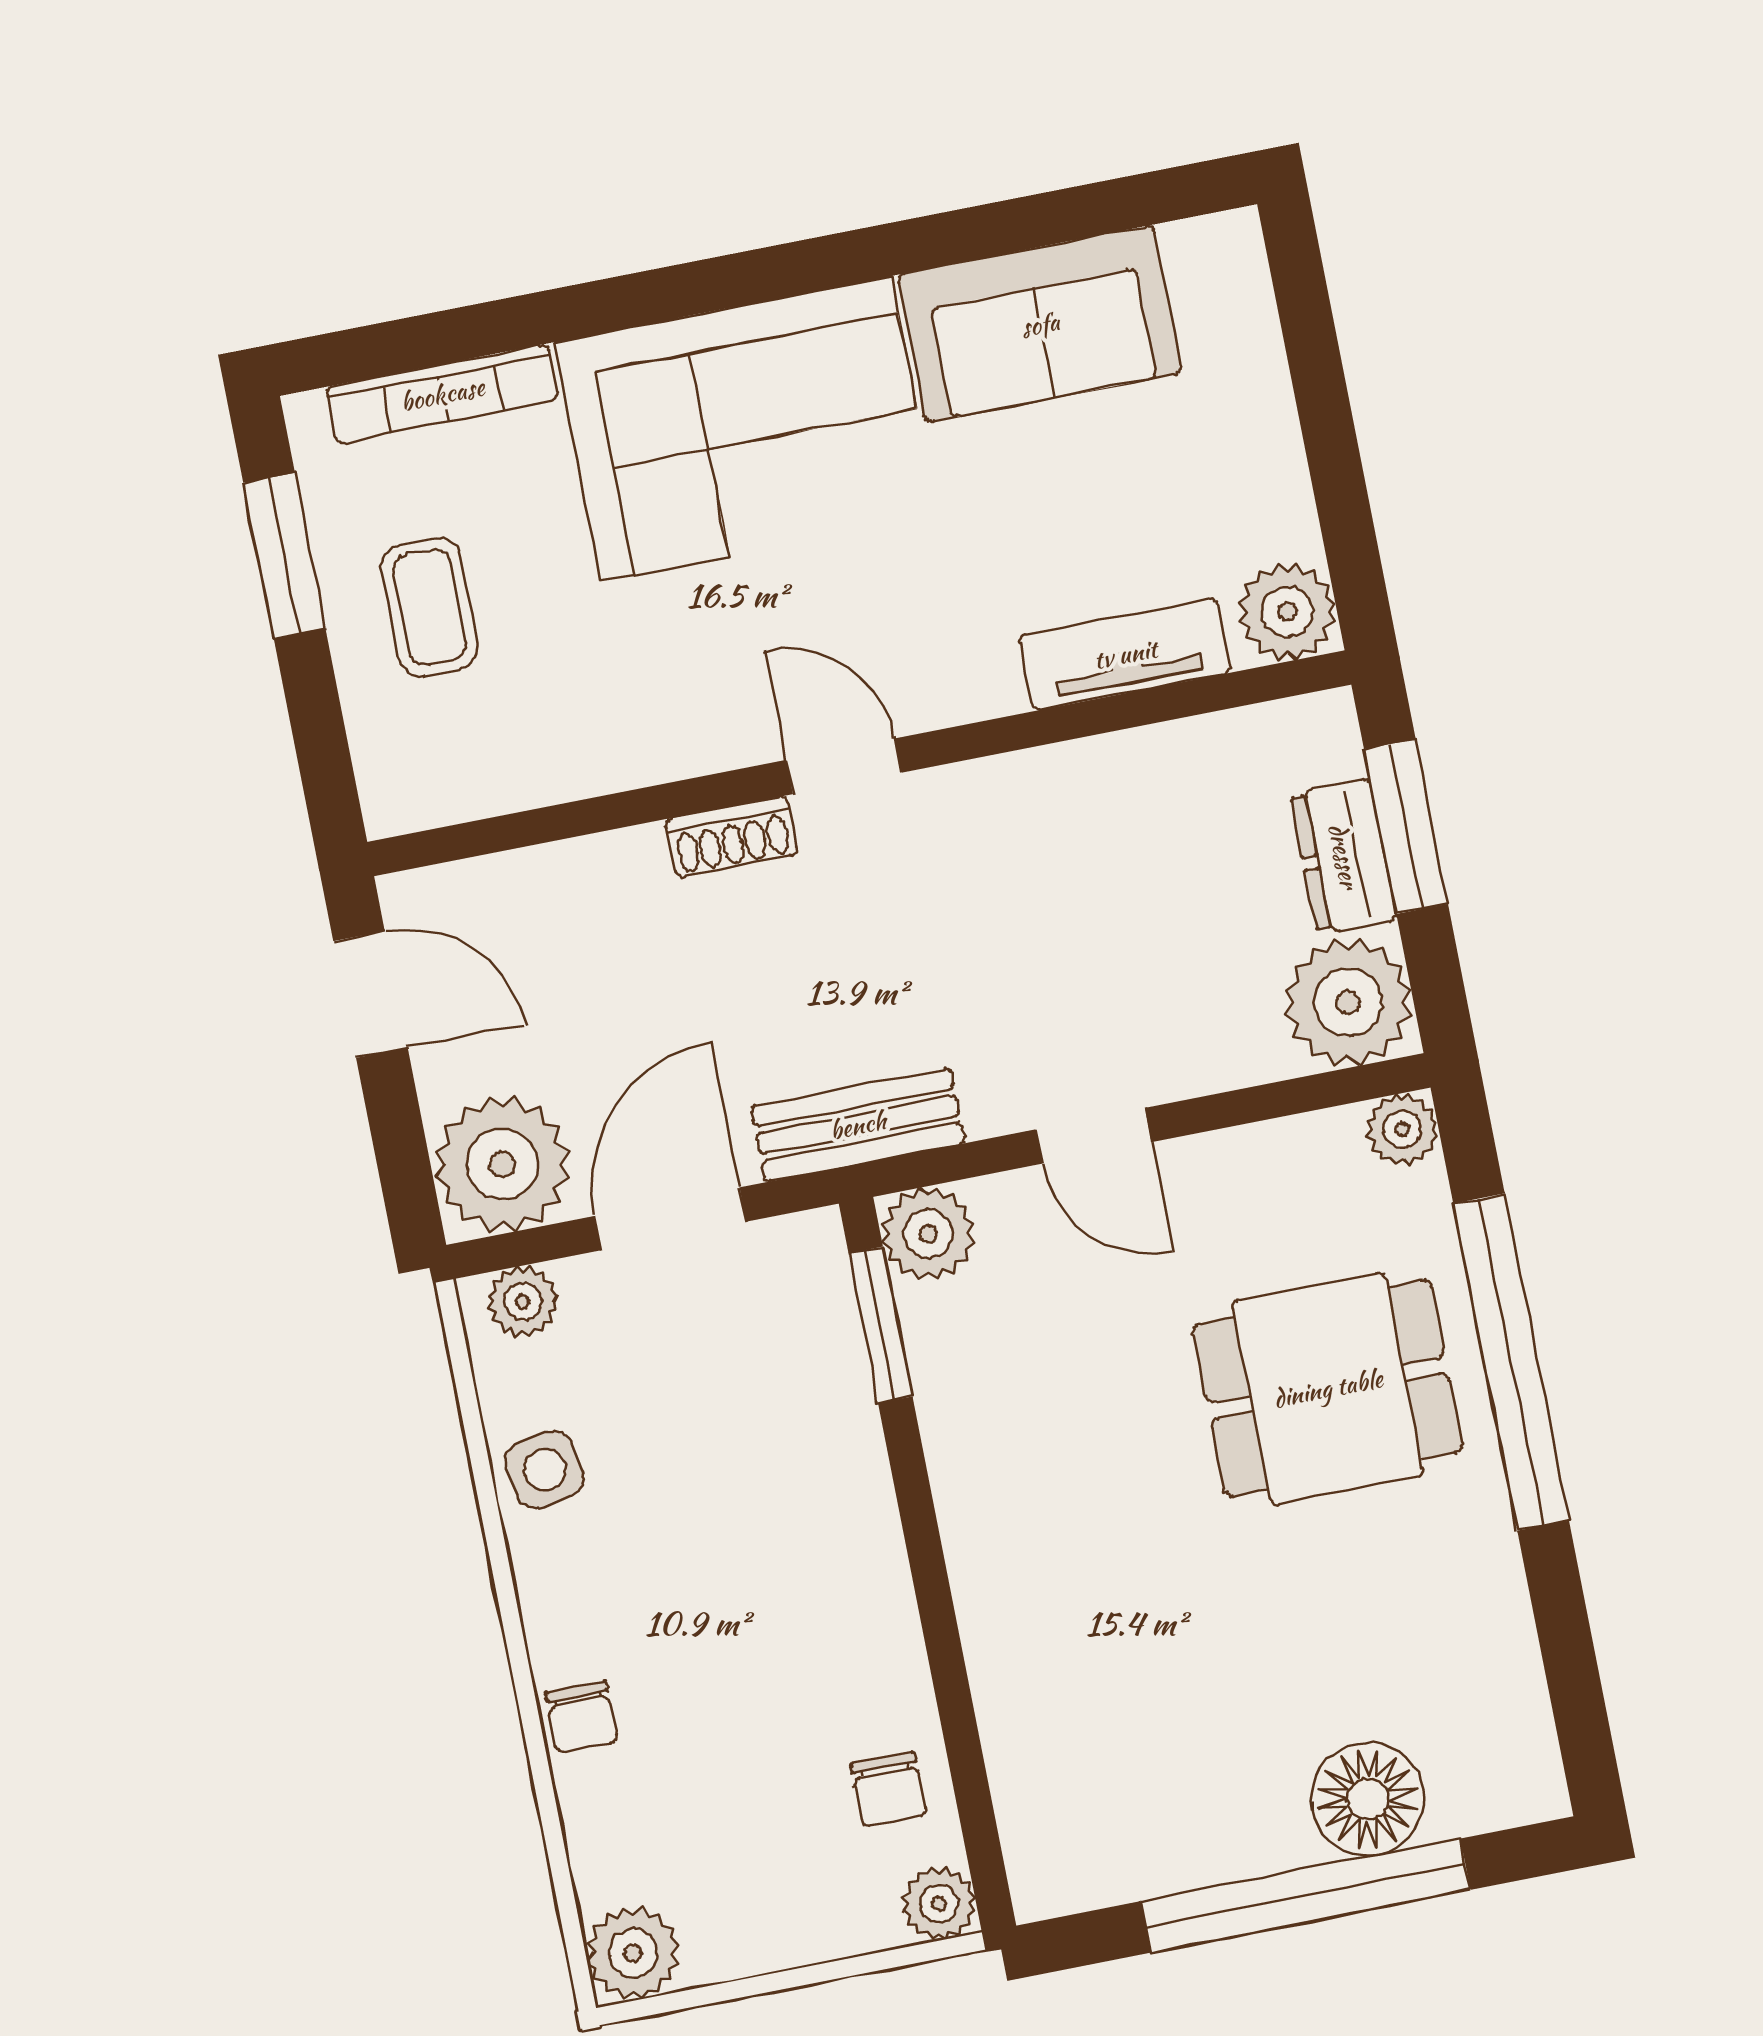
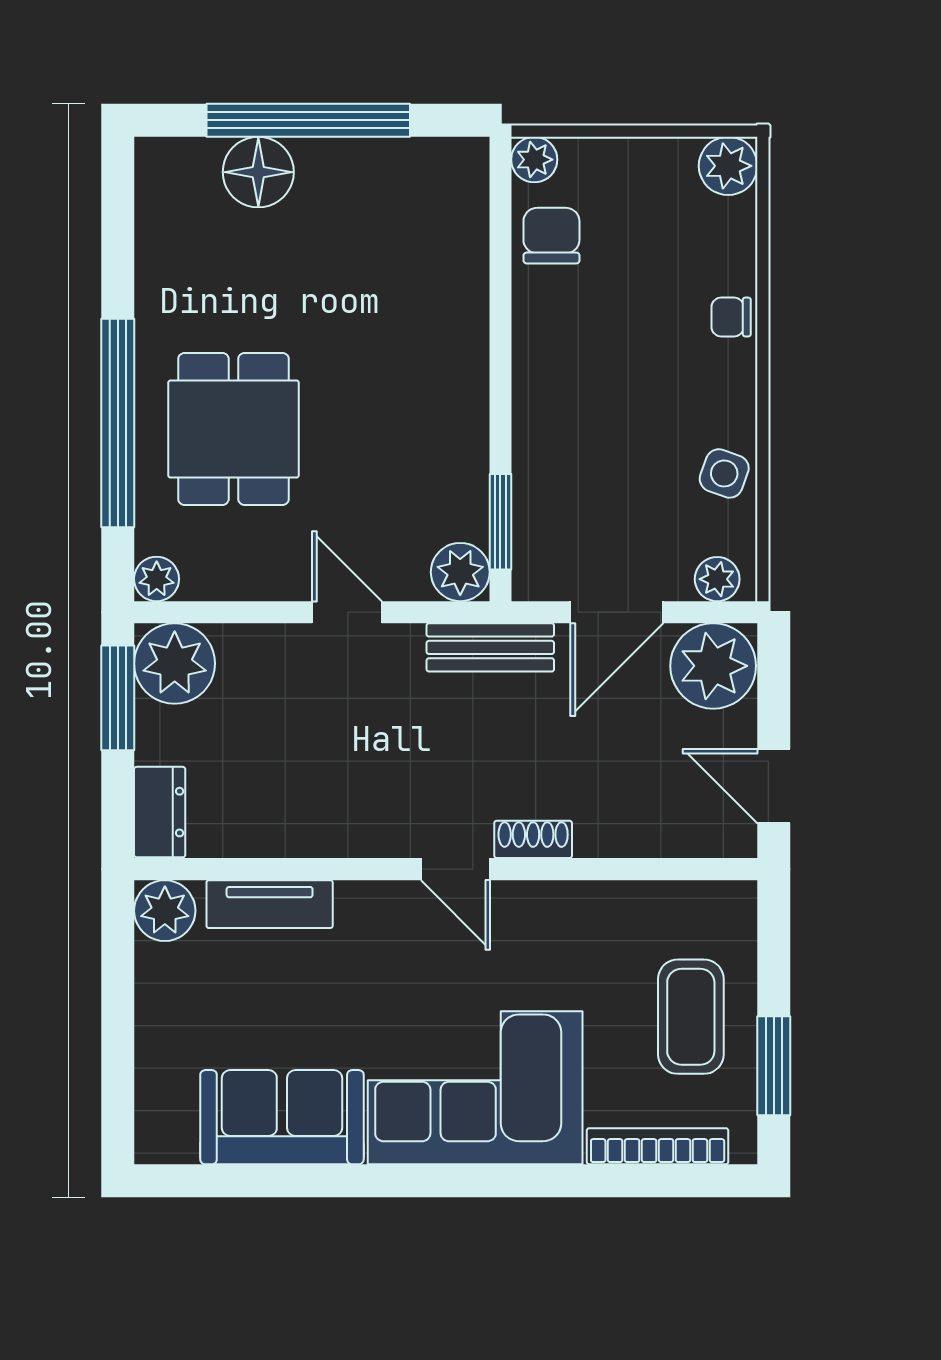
coffee table: (430, 607) -> (691, 1017), width x1.36, depth x1.30
window: (1406, 827) -> (118, 698), moved
dresser: (1344, 856) -> (160, 812), moved
dining table: (1328, 1388) -> (233, 429), turned 90
side table: (544, 1470) -> (724, 473), turned 30
chair: (582, 1717) -> (731, 317), turned -90
chair: (889, 1789) -> (551, 236), width x1.37, depth x1.37

